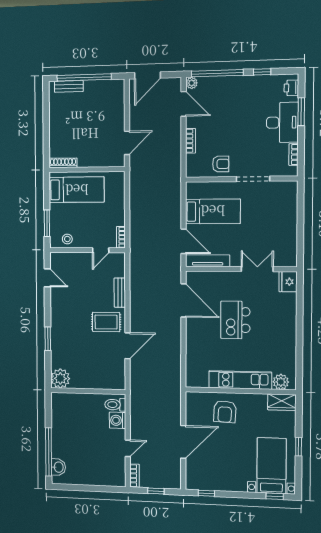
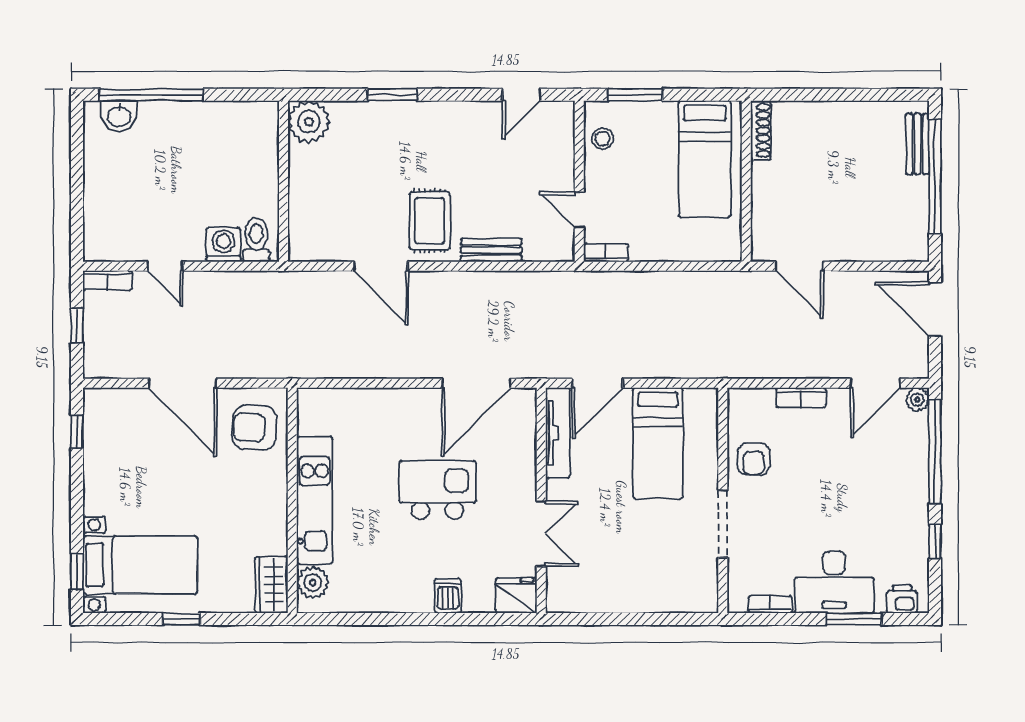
dishwasher: (288, 316) -> (448, 596), added
armchair: (225, 412) -> (254, 428), moved

